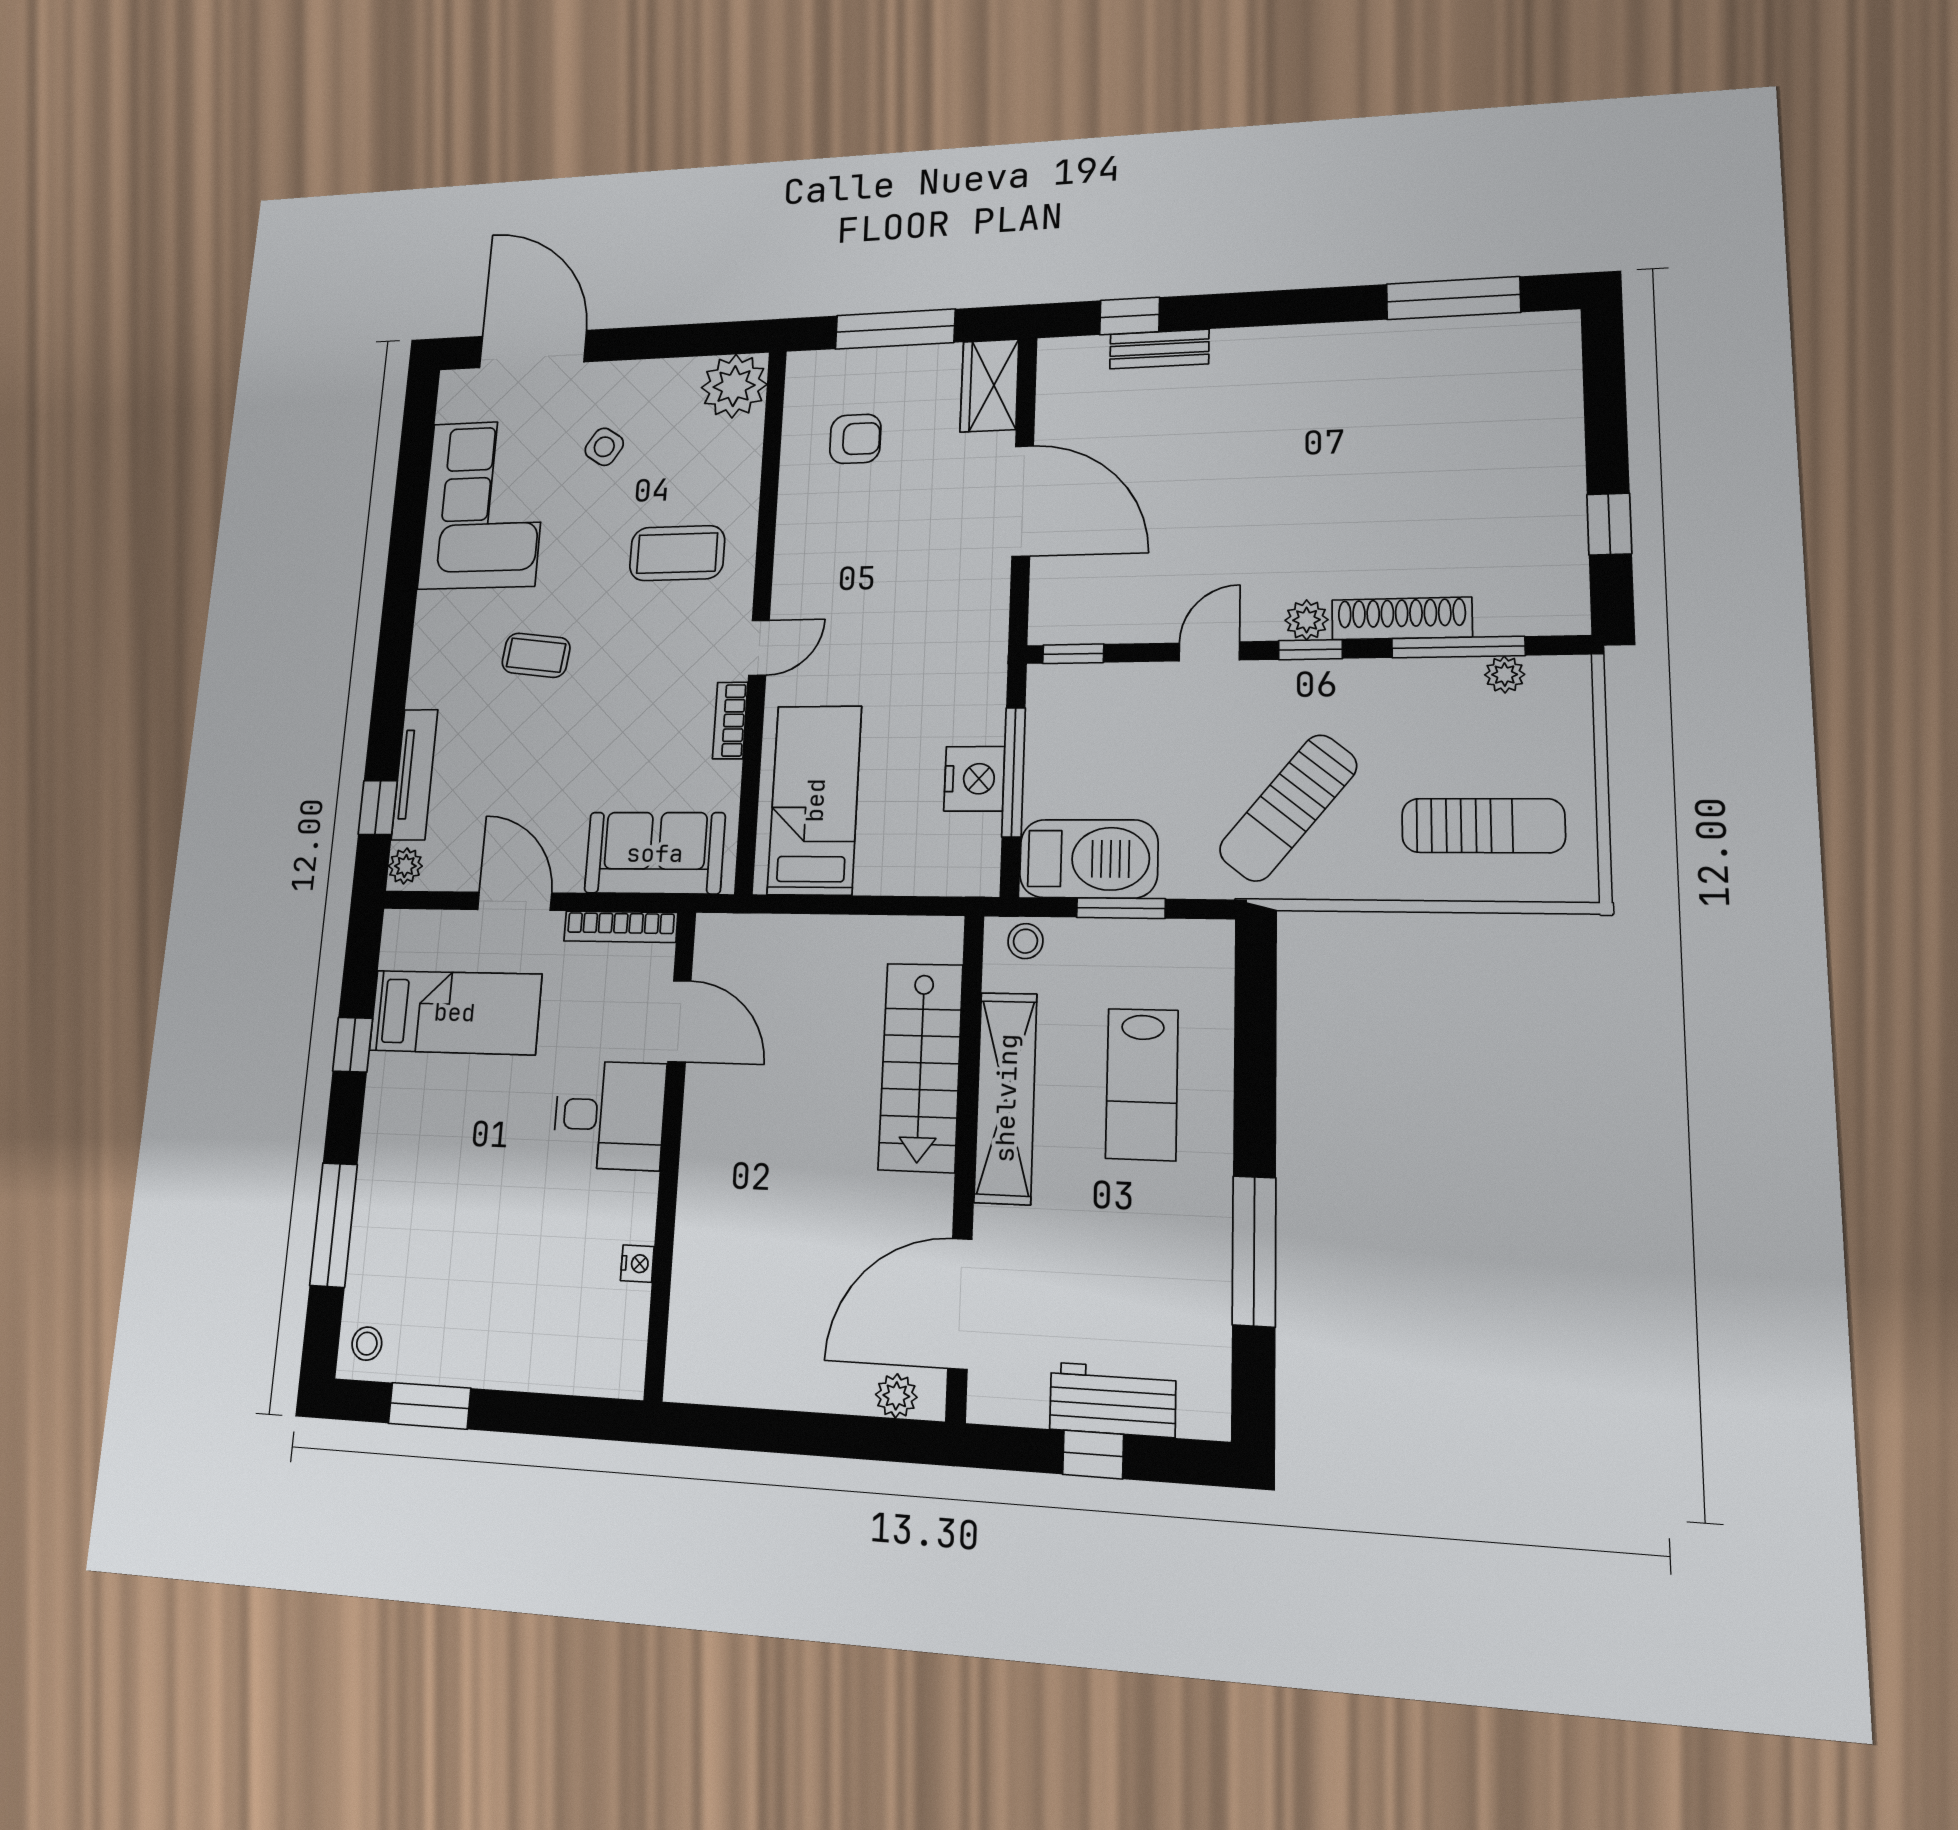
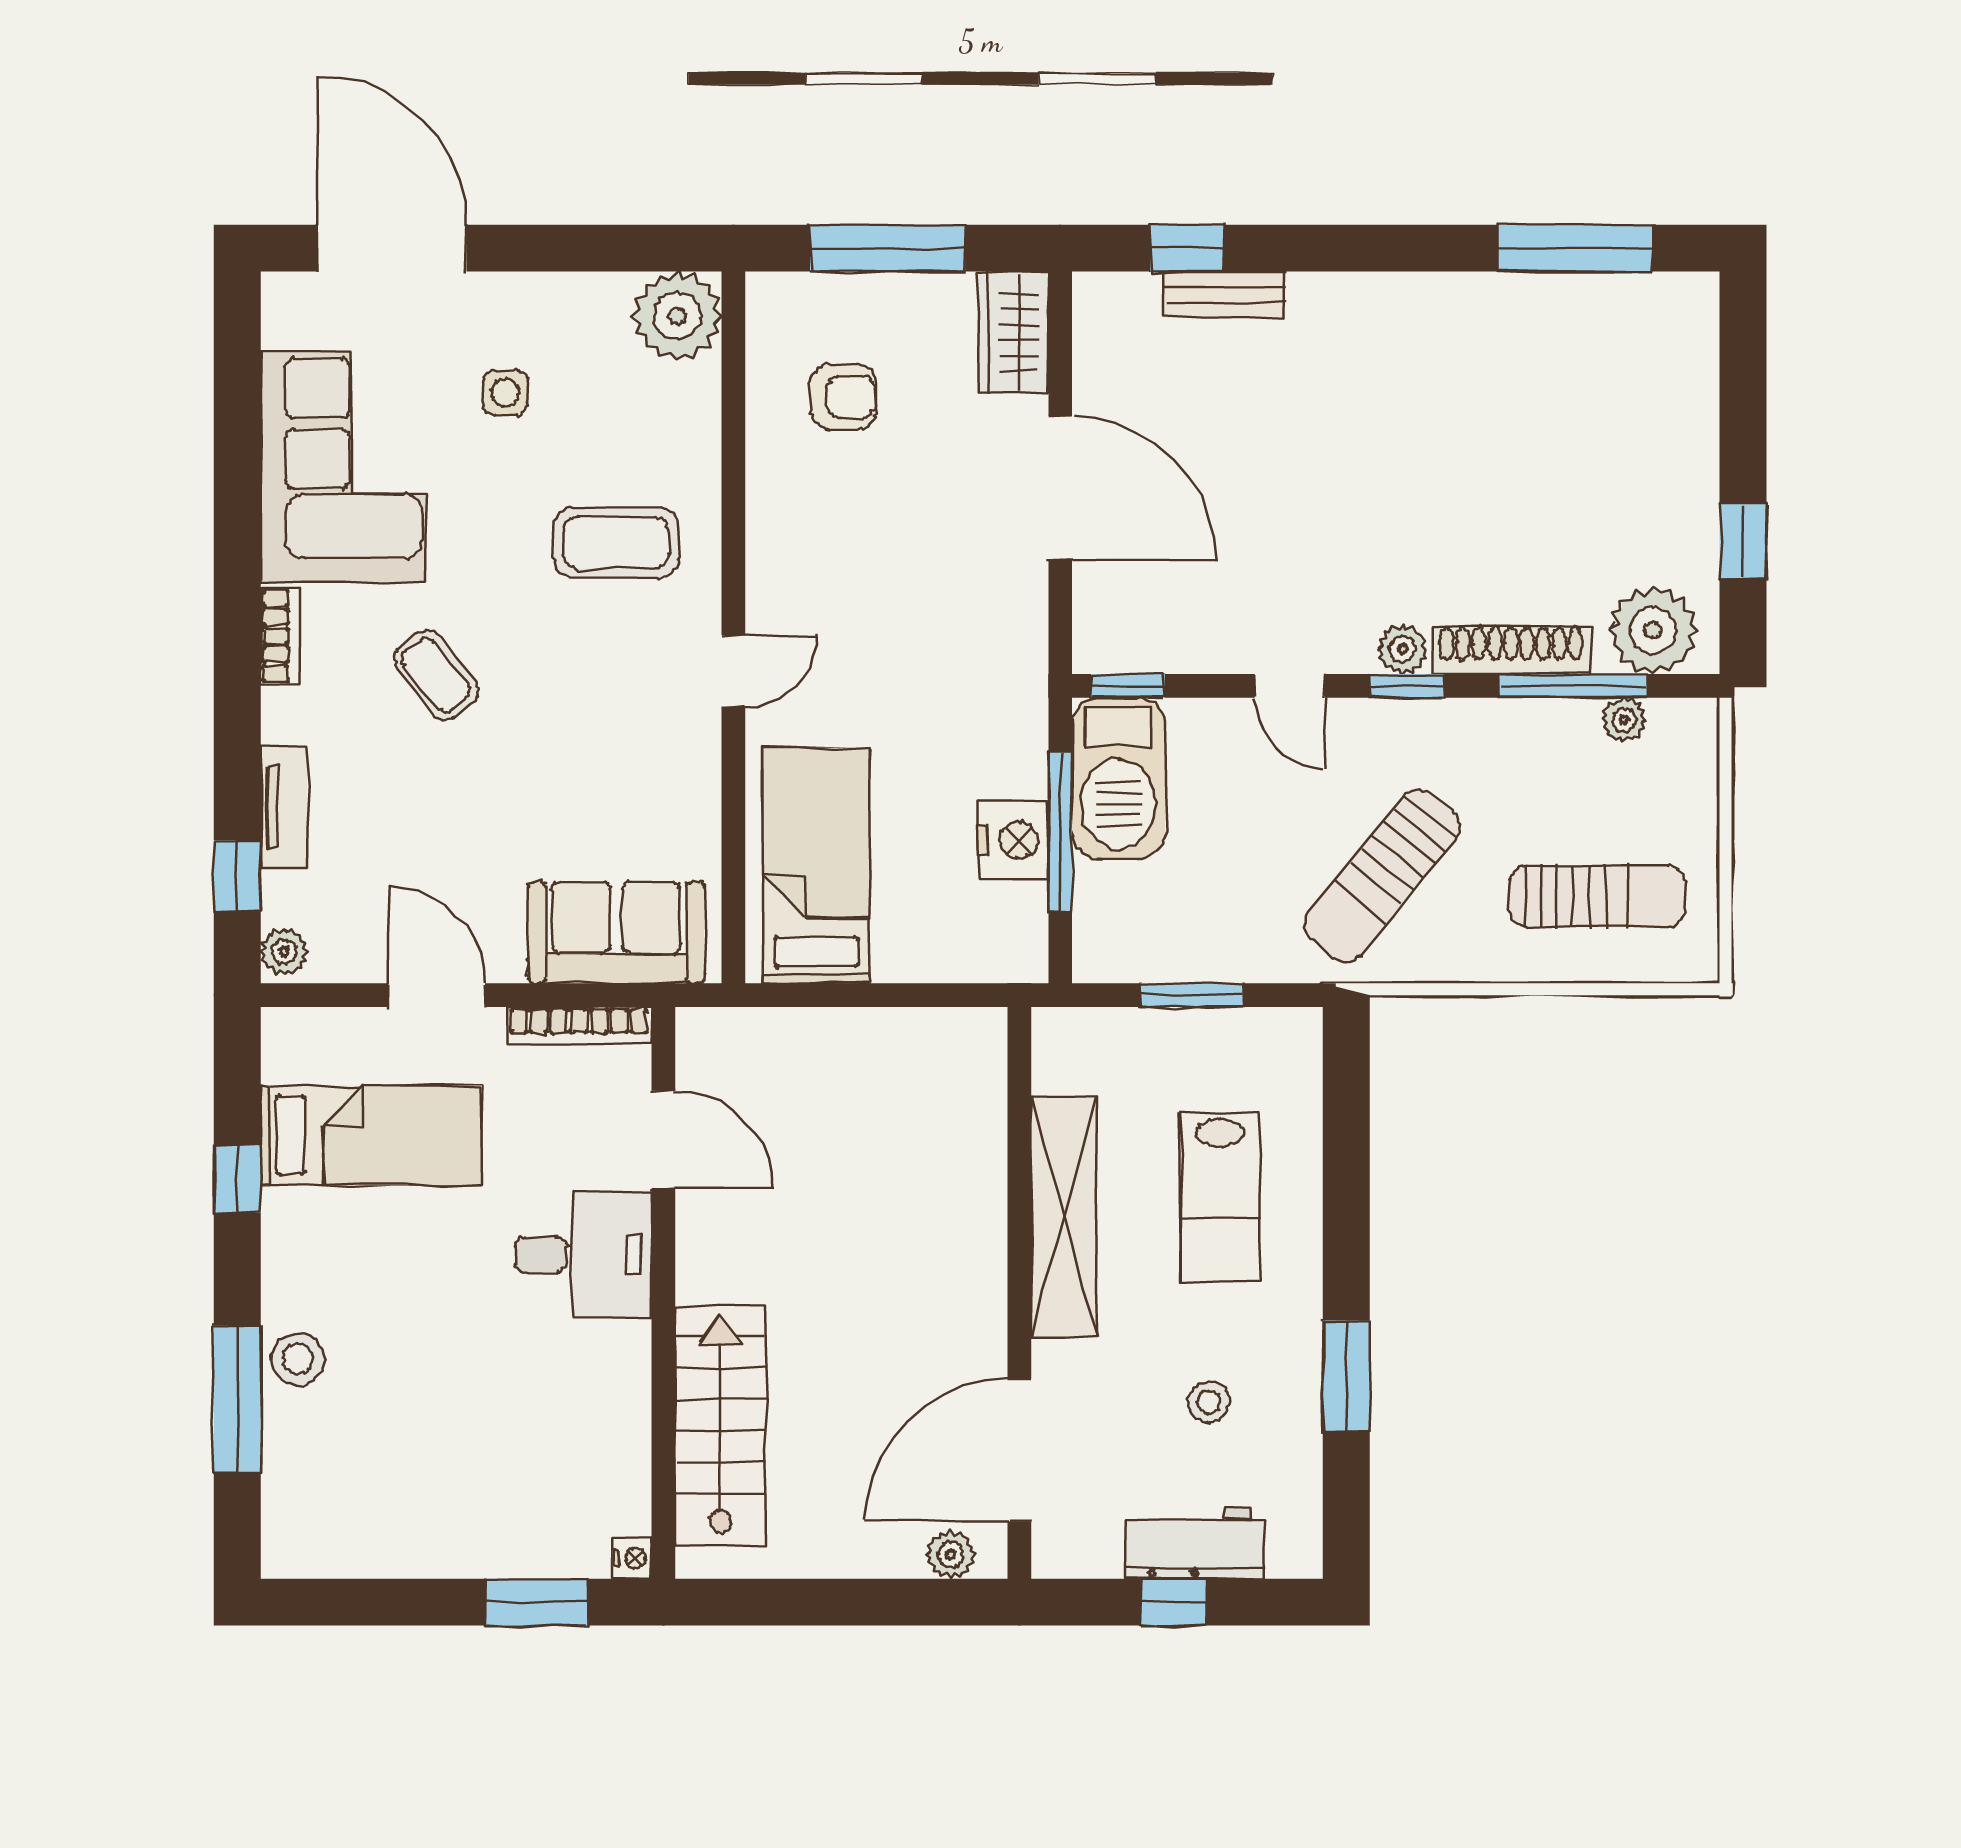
side table: (604, 447) -> (505, 393), turned -33
plant: (1529, 600) -> (1653, 630), added
door: (1209, 651) -> (1290, 686), swing flipped
coffee table: (536, 655) -> (436, 675), turned 45
bookcase: (730, 720) -> (280, 636), moved, turned 180
tv unit: (415, 774) -> (284, 807), width x0.71
barbecue: (1089, 859) -> (1118, 778), moved, turned 90
stool: (1025, 941) -> (1209, 1402), moved
stairs: (921, 1067) -> (720, 1425), moved, turned 180
window: (1254, 1251) -> (1346, 1376), width x0.69
nightstand: (637, 1264) -> (632, 1558), moved
stool: (367, 1344) -> (298, 1359), moved, width x1.37, depth x1.37
window: (430, 1406) -> (537, 1602), moved

